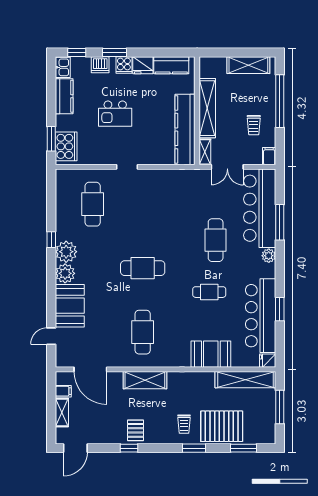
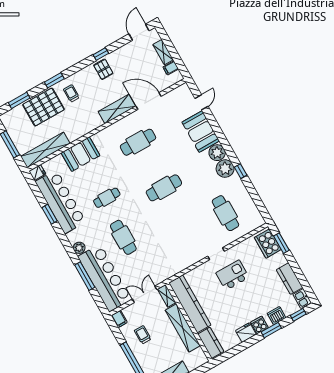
kitchen counter: (171, 65) -> (211, 343), moved, turned 90
kitchen island: (115, 114) -> (232, 275), moved
cafe table: (143, 332) -> (138, 142), turned 90
door: (90, 369) -> (149, 101), moved

